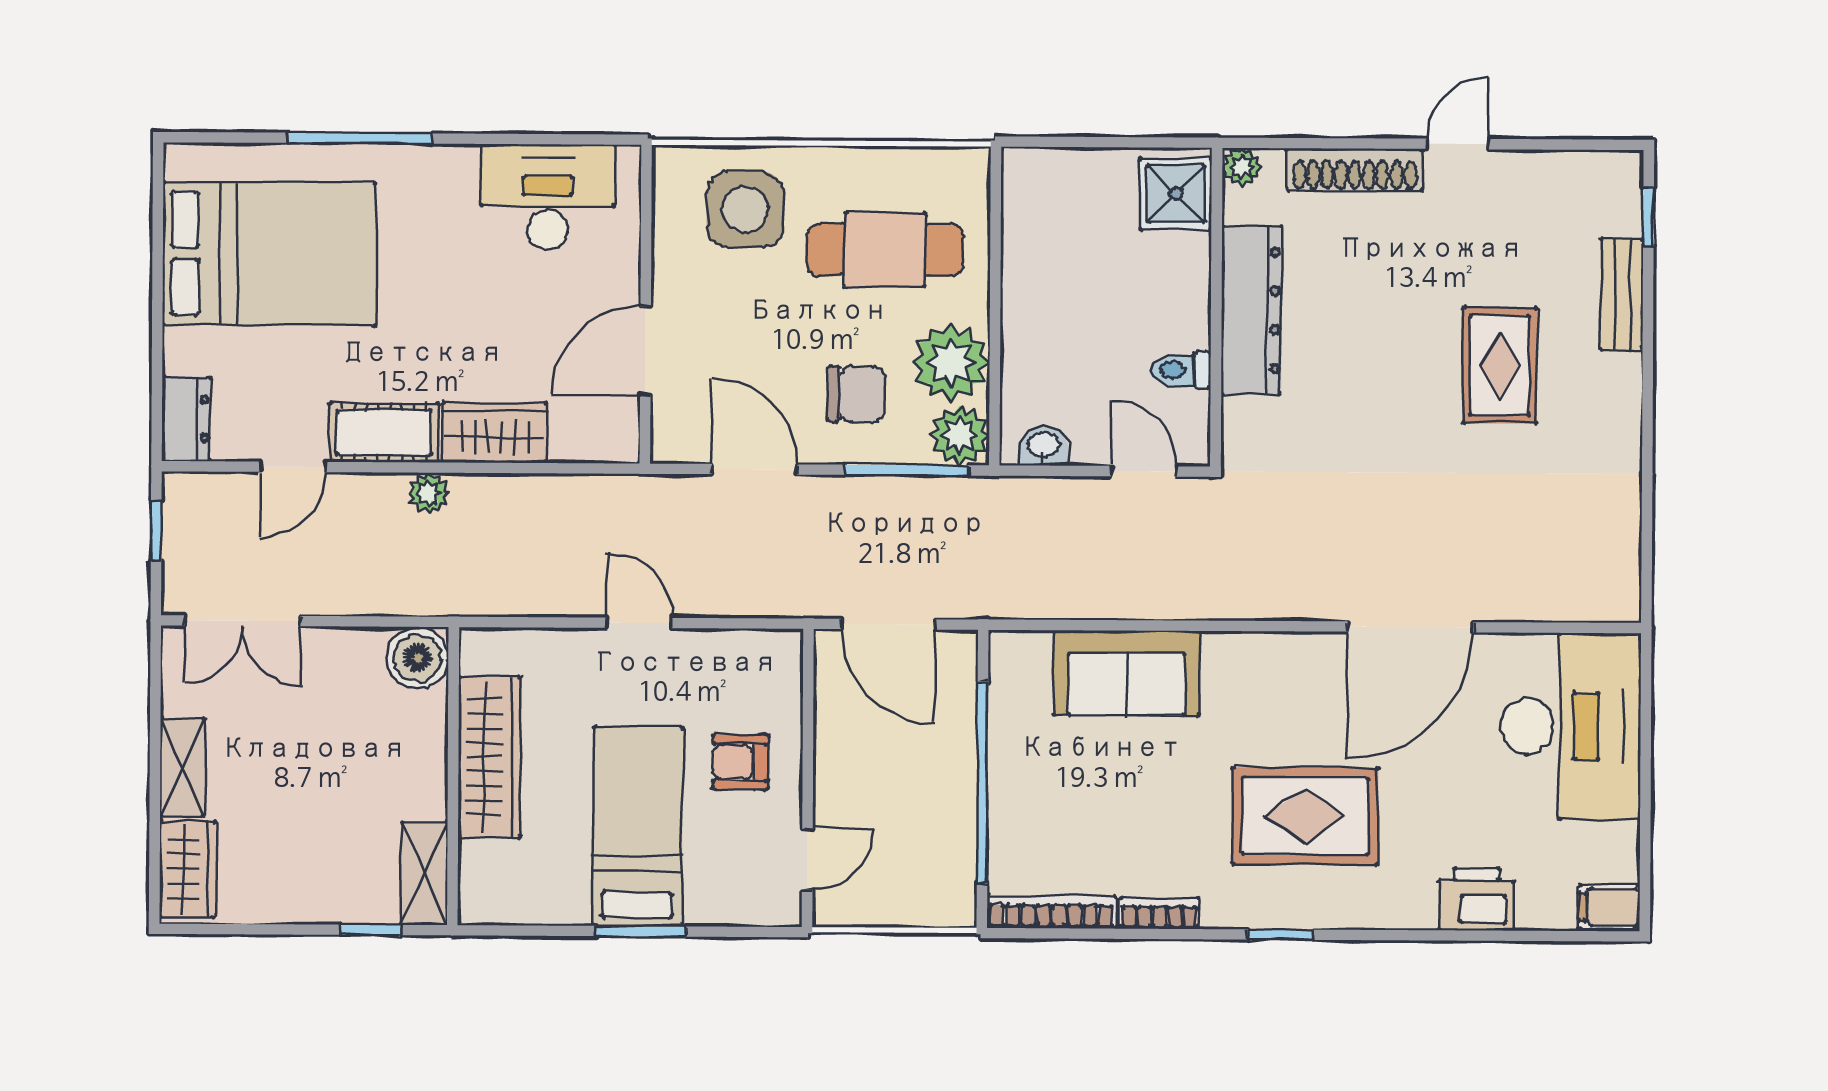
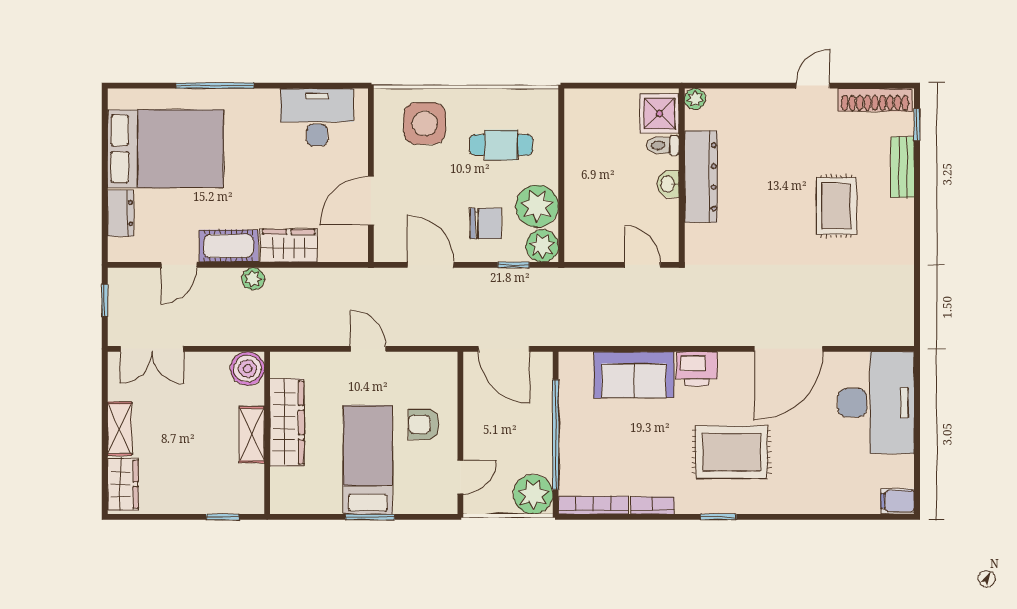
shoe rack: (1355, 170) -> (875, 100), moved
cafe table: (885, 250) -> (501, 145), width x0.73, depth x0.74
toilet: (1181, 370) -> (663, 145), moved
dresser: (186, 419) -> (121, 213), moved
washbasin: (1044, 446) -> (668, 184), moved, turned -90
window: (907, 470) -> (513, 265), width x0.46
shelving: (424, 873) -> (252, 435), moved
plant: (940, 891) -> (533, 494), added
printer: (1477, 899) -> (697, 369), moved, turned 180

